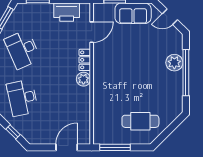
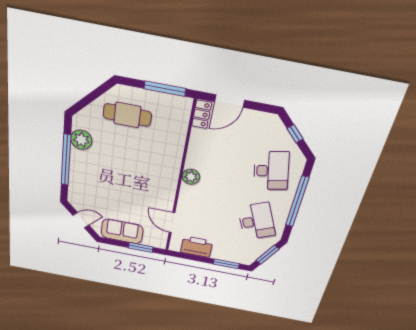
door: (92, 32) -> (172, 223), hinge flipped
locker: (85, 60) -> (202, 114), moved
plant: (174, 63) -> (81, 140), moved

